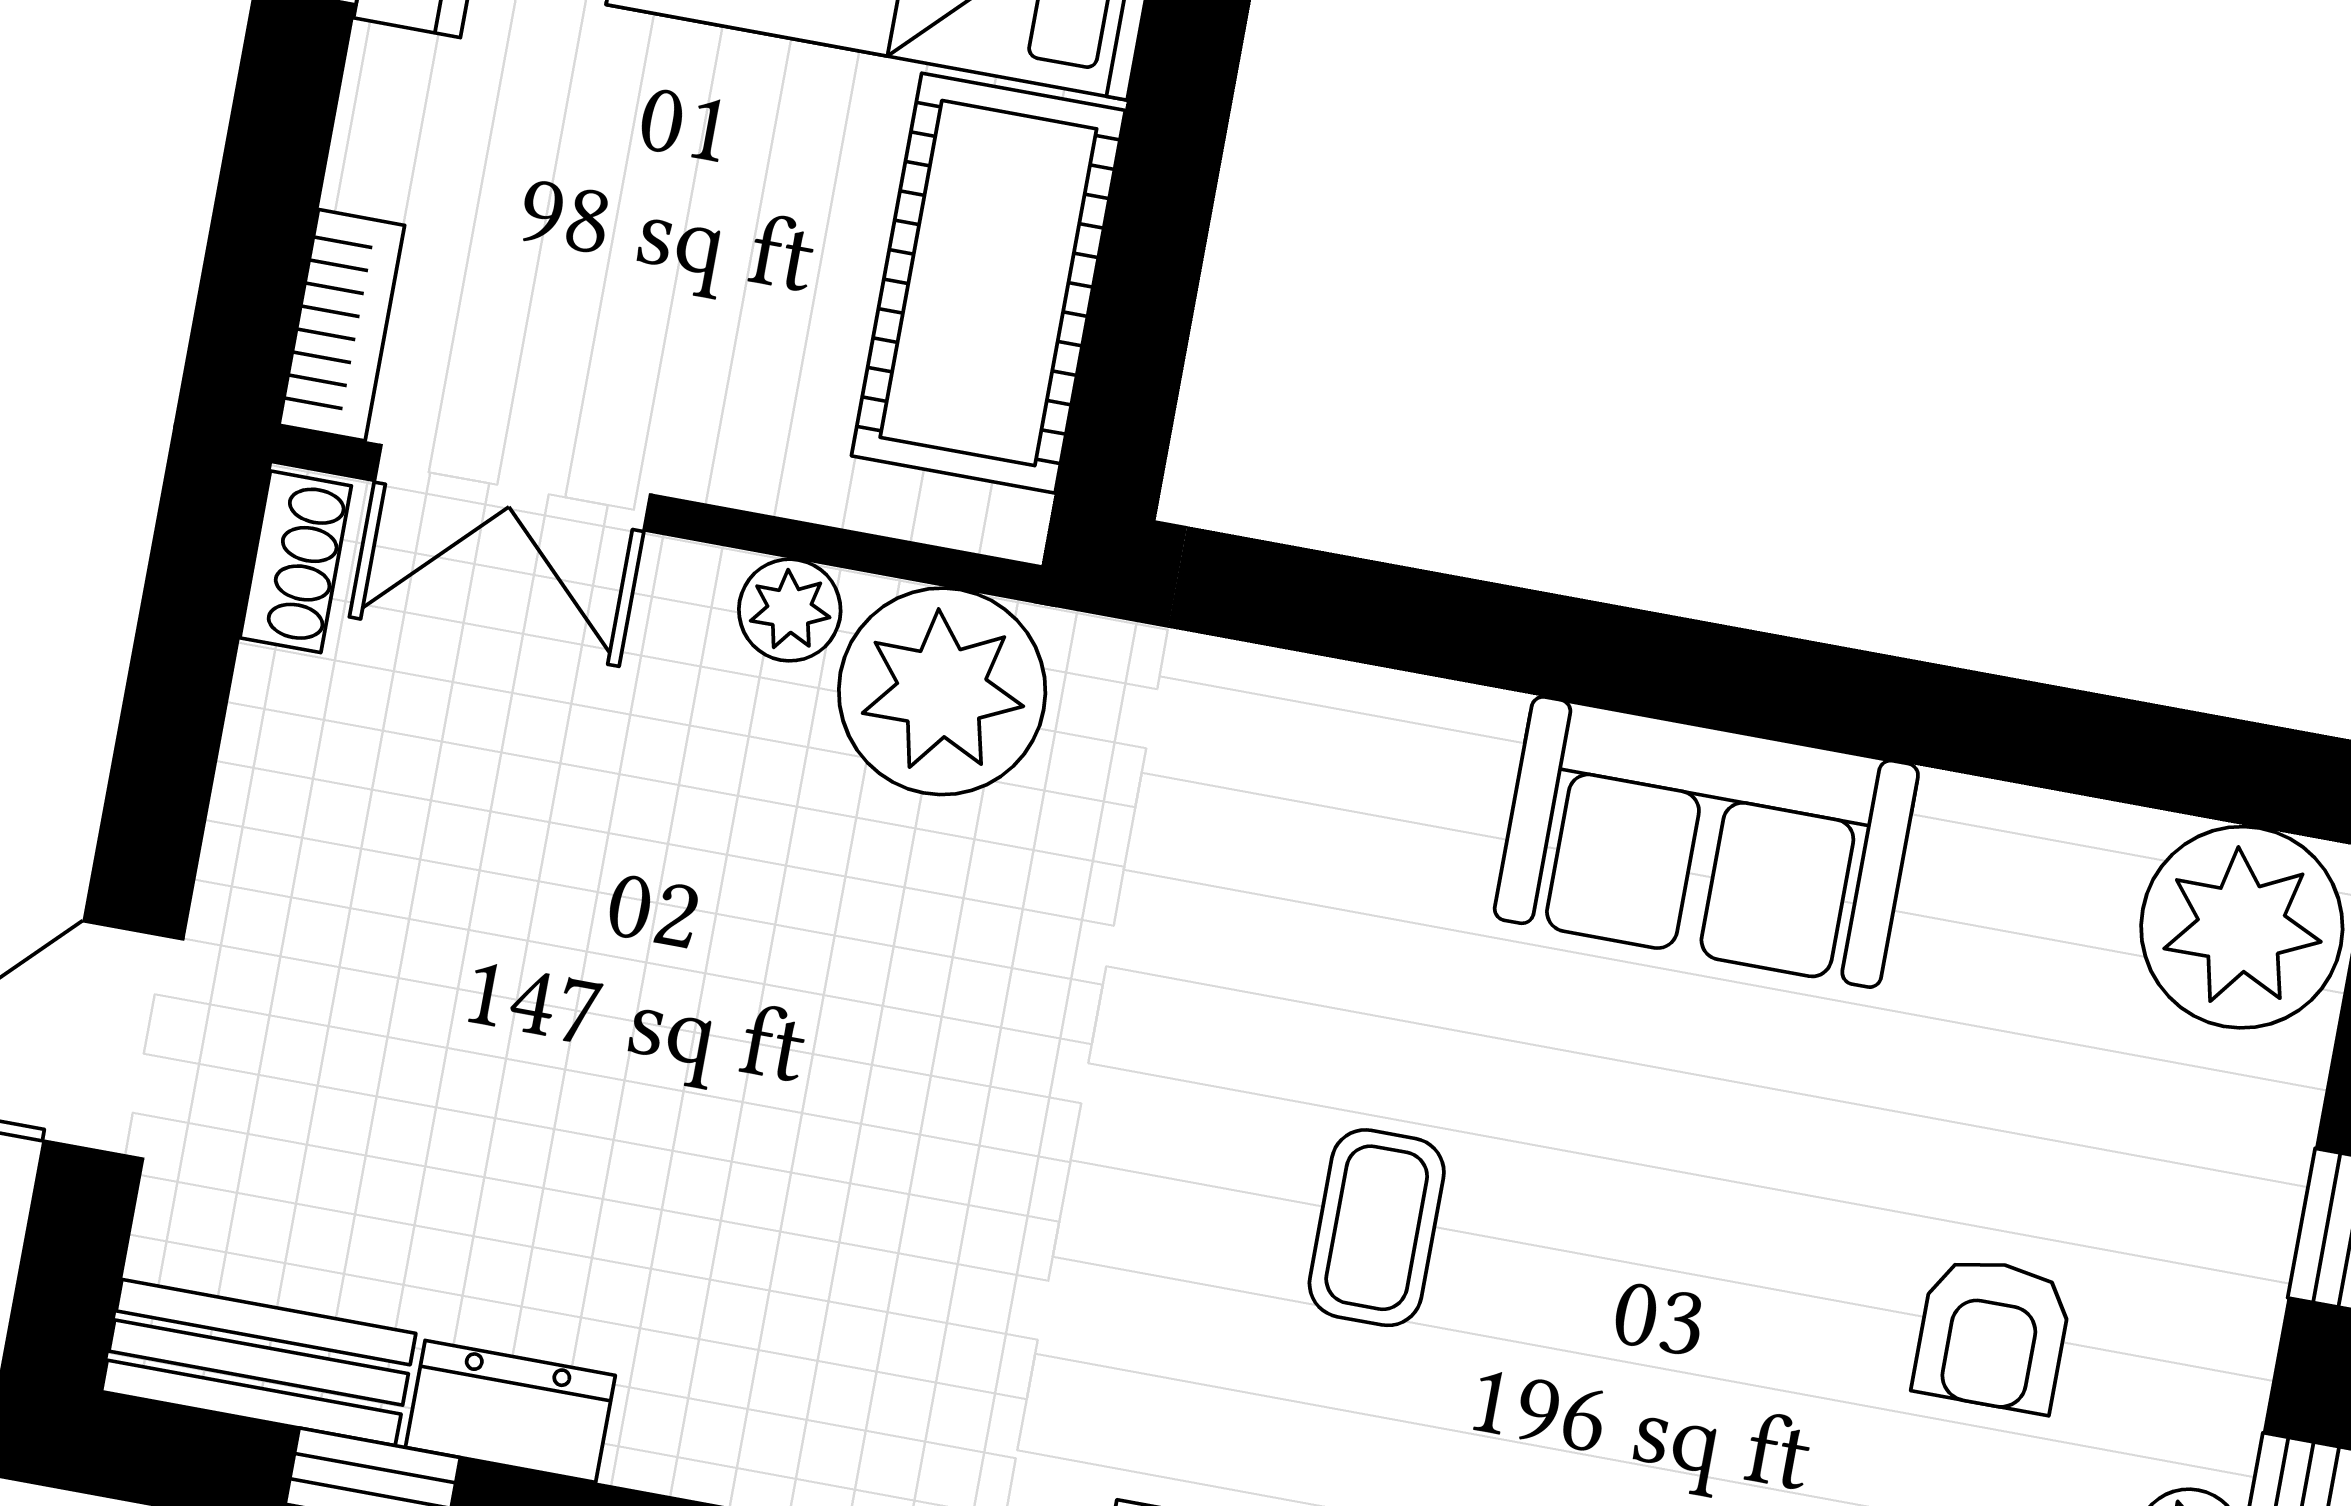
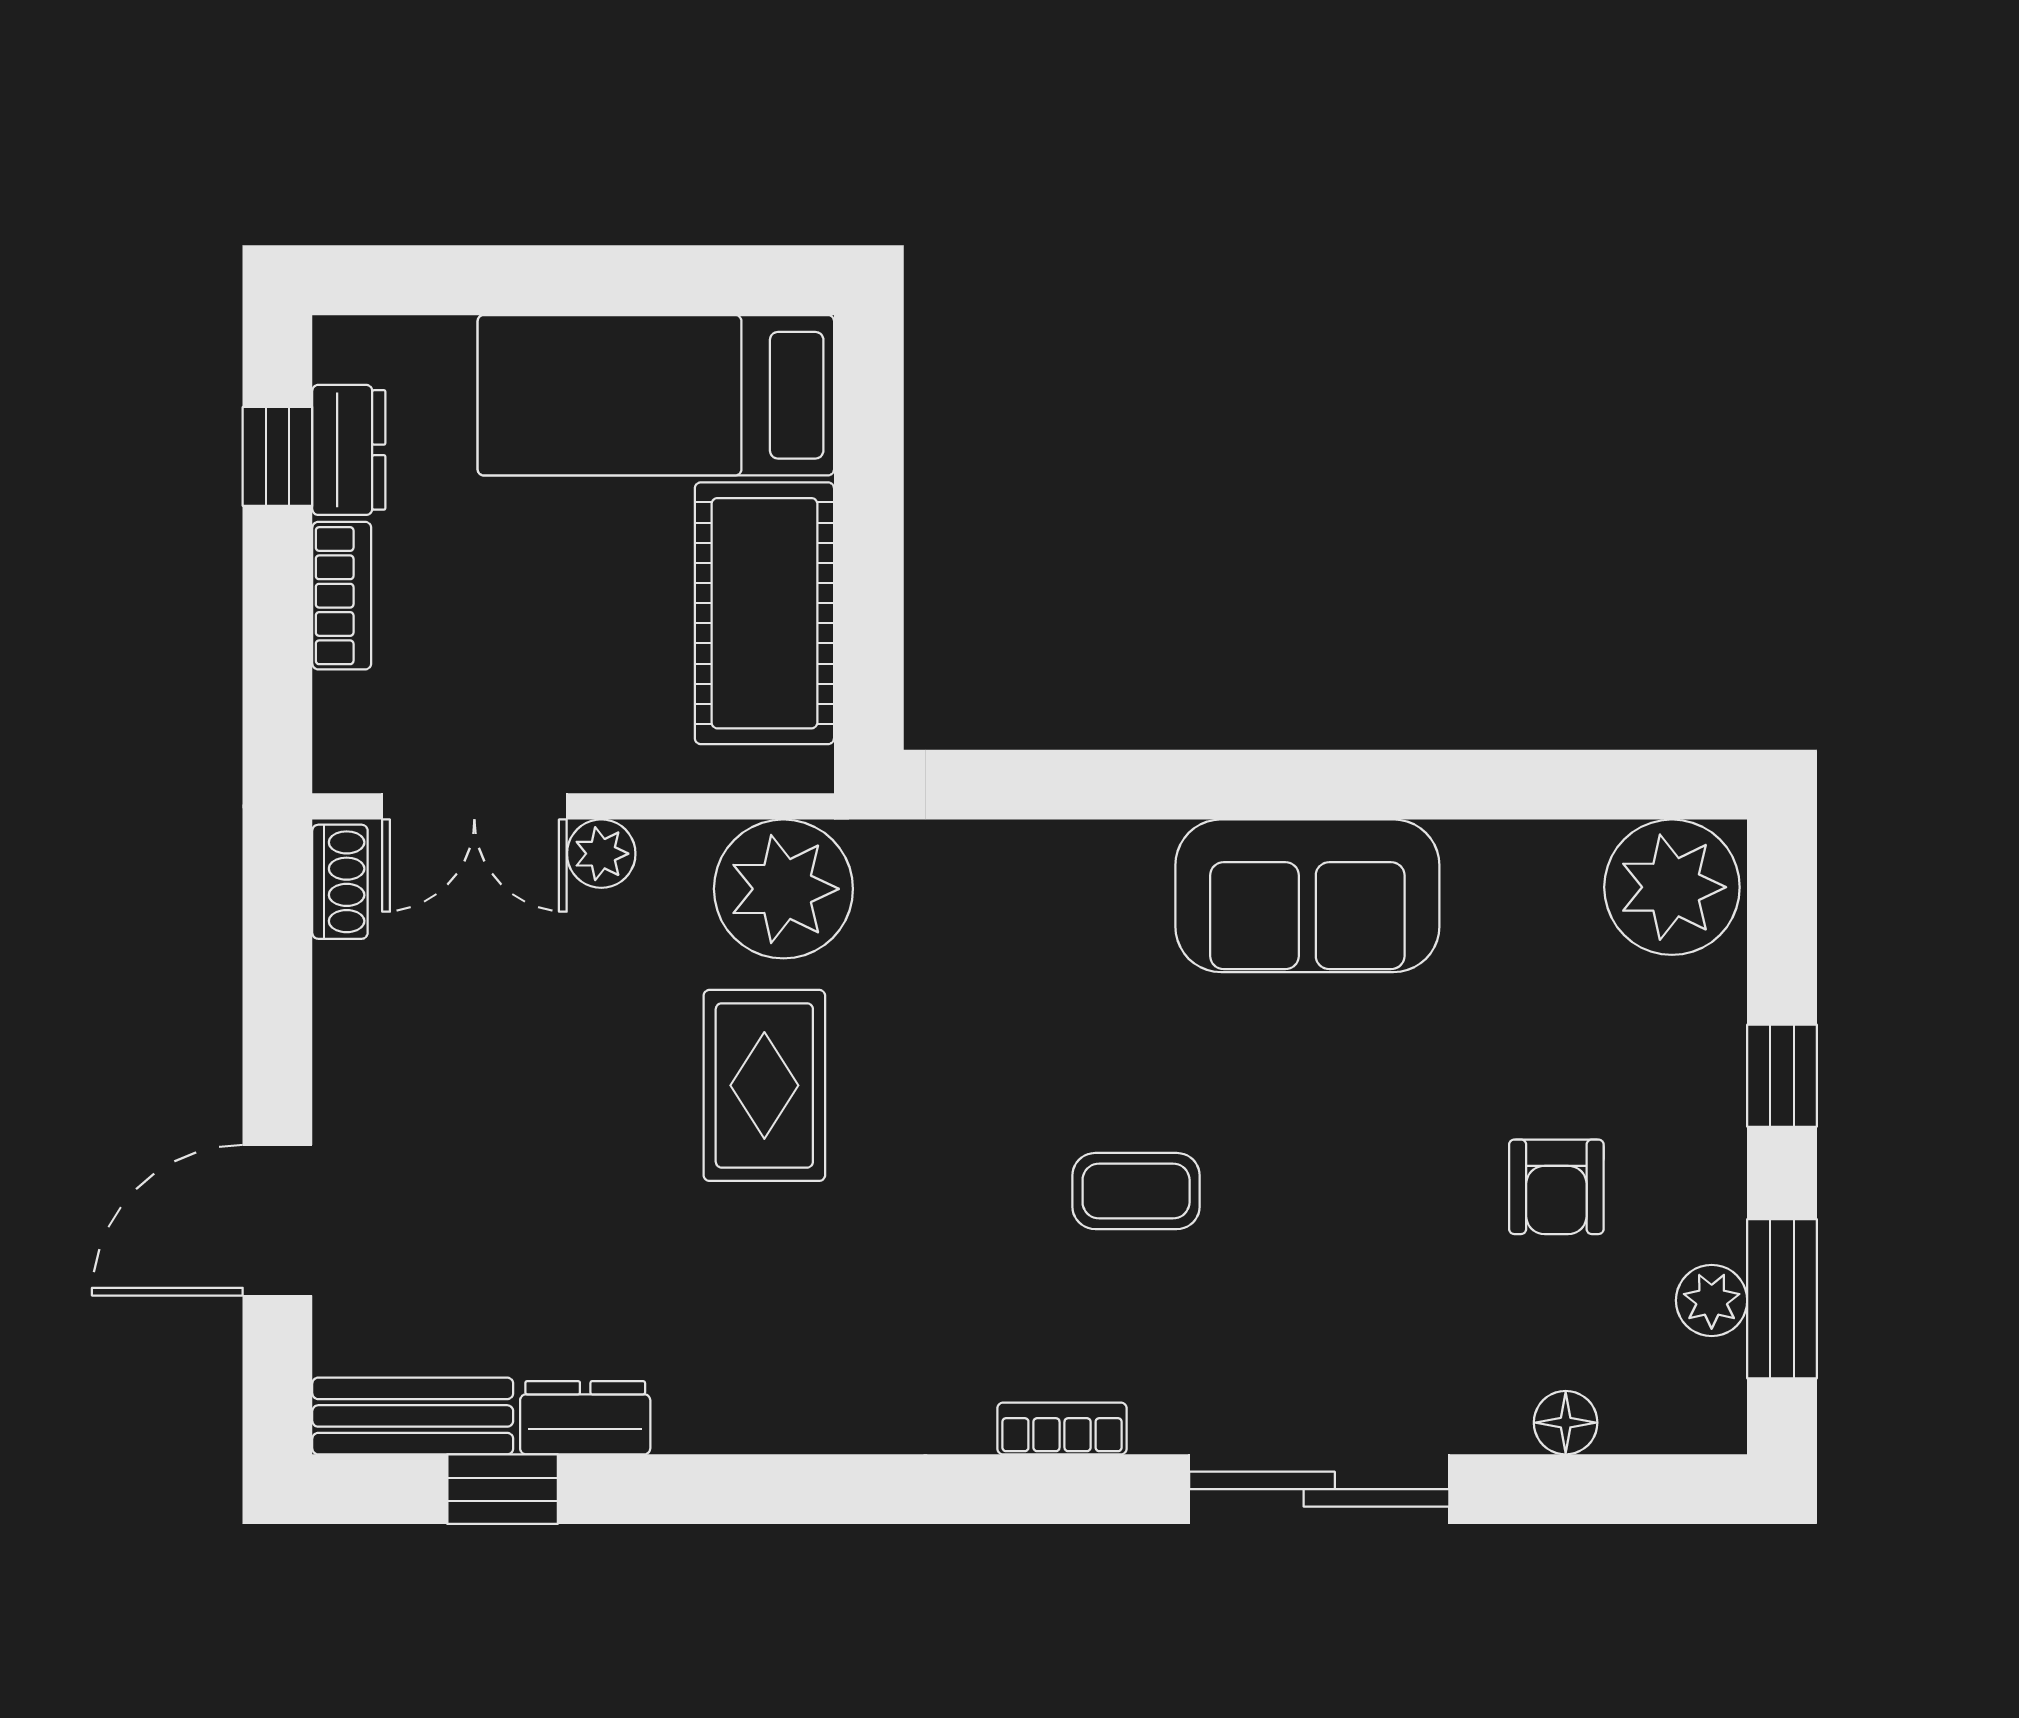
bookcase: (342, 325) -> (342, 596), moved
plant: (790, 610) -> (601, 854), moved
rug: (862, 973) -> (764, 1085), added
coffee table: (1377, 1228) -> (1136, 1191), turned 90

